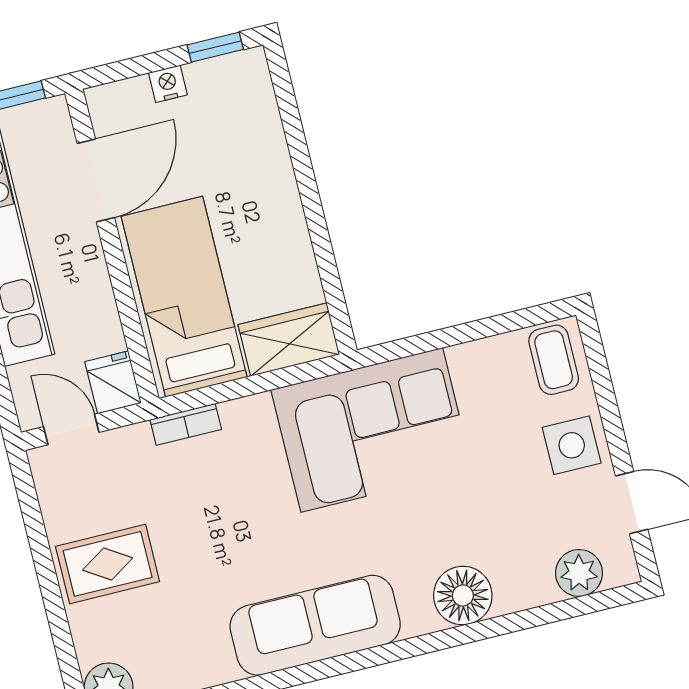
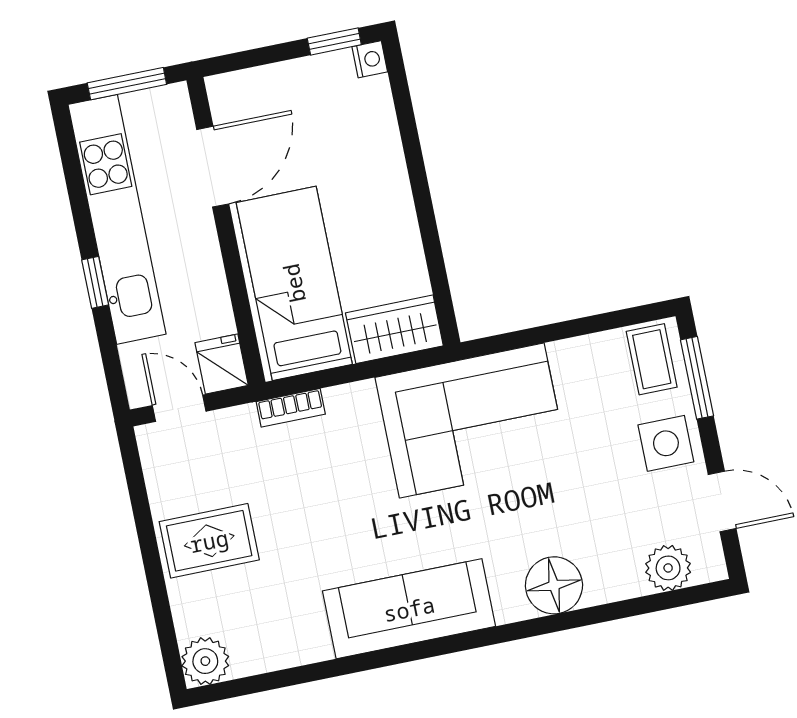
nightstand: (168, 84) -> (370, 59), moved, turned 90
window: (601, 377) -> (697, 378), added

